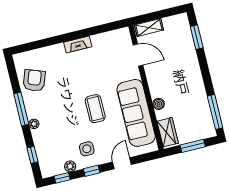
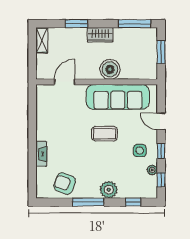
shelving: (149, 27) -> (42, 40), moved
window: (197, 37) -> (76, 24), moved
fireplace: (78, 44) -> (41, 154), moved
boiler: (159, 104) -> (110, 69), width x1.86, depth x1.86
plant: (34, 124) -> (109, 190), width x1.87, depth x1.87
wardrobe: (168, 132) -> (100, 35), moved, turned 180

